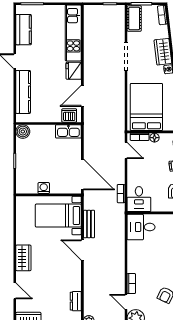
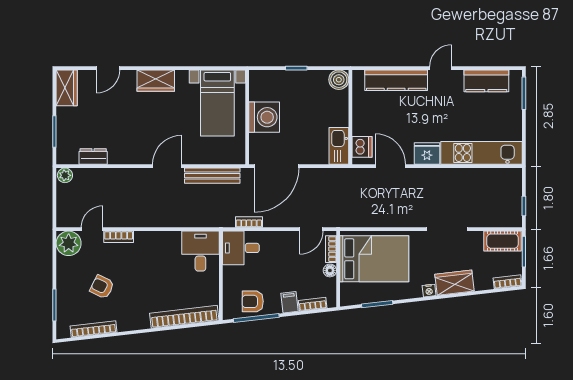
washing machine: (44, 188) -> (264, 117), width x1.89, depth x1.89
bed with nightstands: (58, 216) -> (217, 103), moved, turned 180
bench: (89, 224) -> (212, 176), width x1.36

